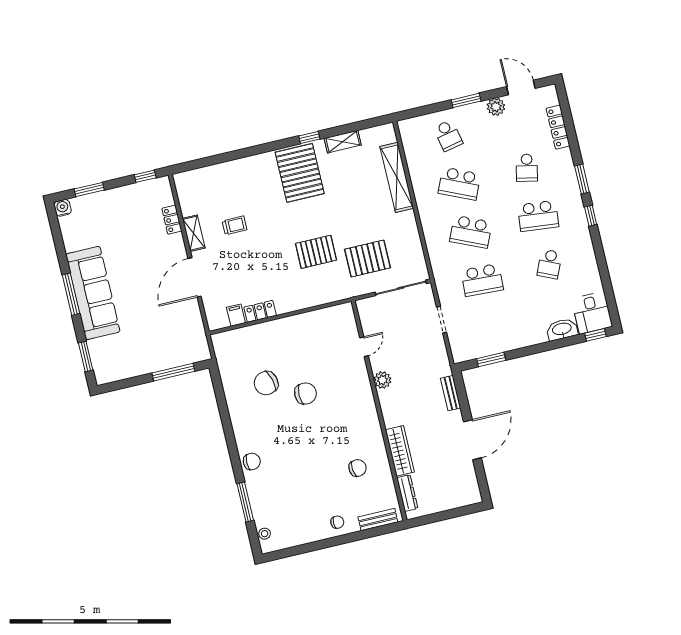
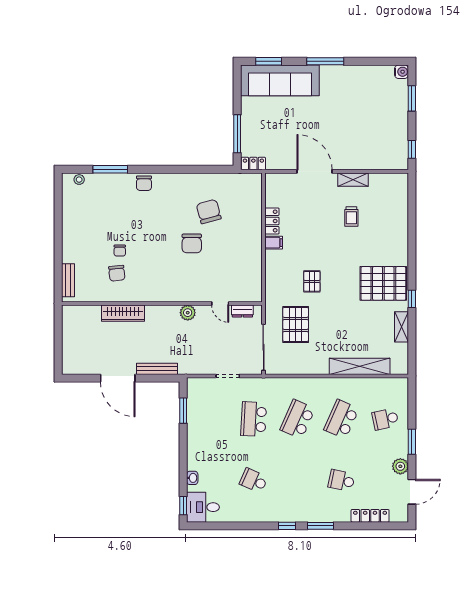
school desk: (538, 216) -> (298, 481), removed
locker: (172, 220) -> (253, 164), moved
pallet: (316, 252) -> (312, 281), width x0.67, depth x0.71
sofa: (93, 293) -> (280, 80), moved
filing cabinet: (236, 315) -> (274, 243), moved
washbasin: (562, 329) -> (192, 478), width x0.52, depth x0.69
bench: (451, 393) -> (157, 369), width x1.36
dresser: (407, 493) -> (242, 311), moved, width x0.70
chair: (337, 522) -> (120, 251), moved

